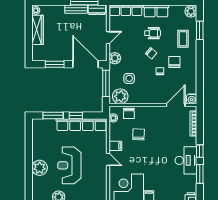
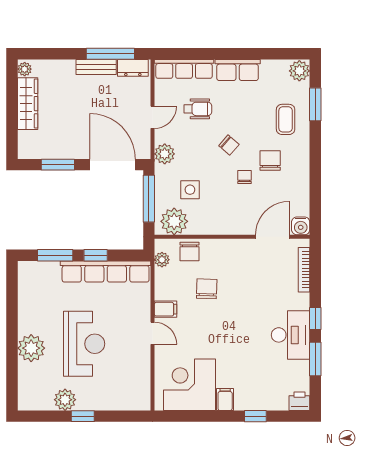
wheelchair: (153, 33) -> (198, 109), moved
reception desk: (69, 165) -> (84, 344), turned 180

